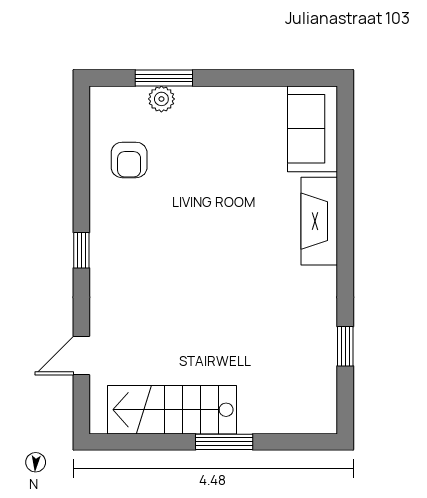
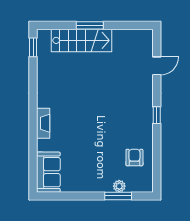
fireplace: (319, 221) -> (43, 123), width x0.73, depth x0.76
window: (345, 346) -> (33, 47), moved
stairs: (172, 410) -> (81, 40), moved

